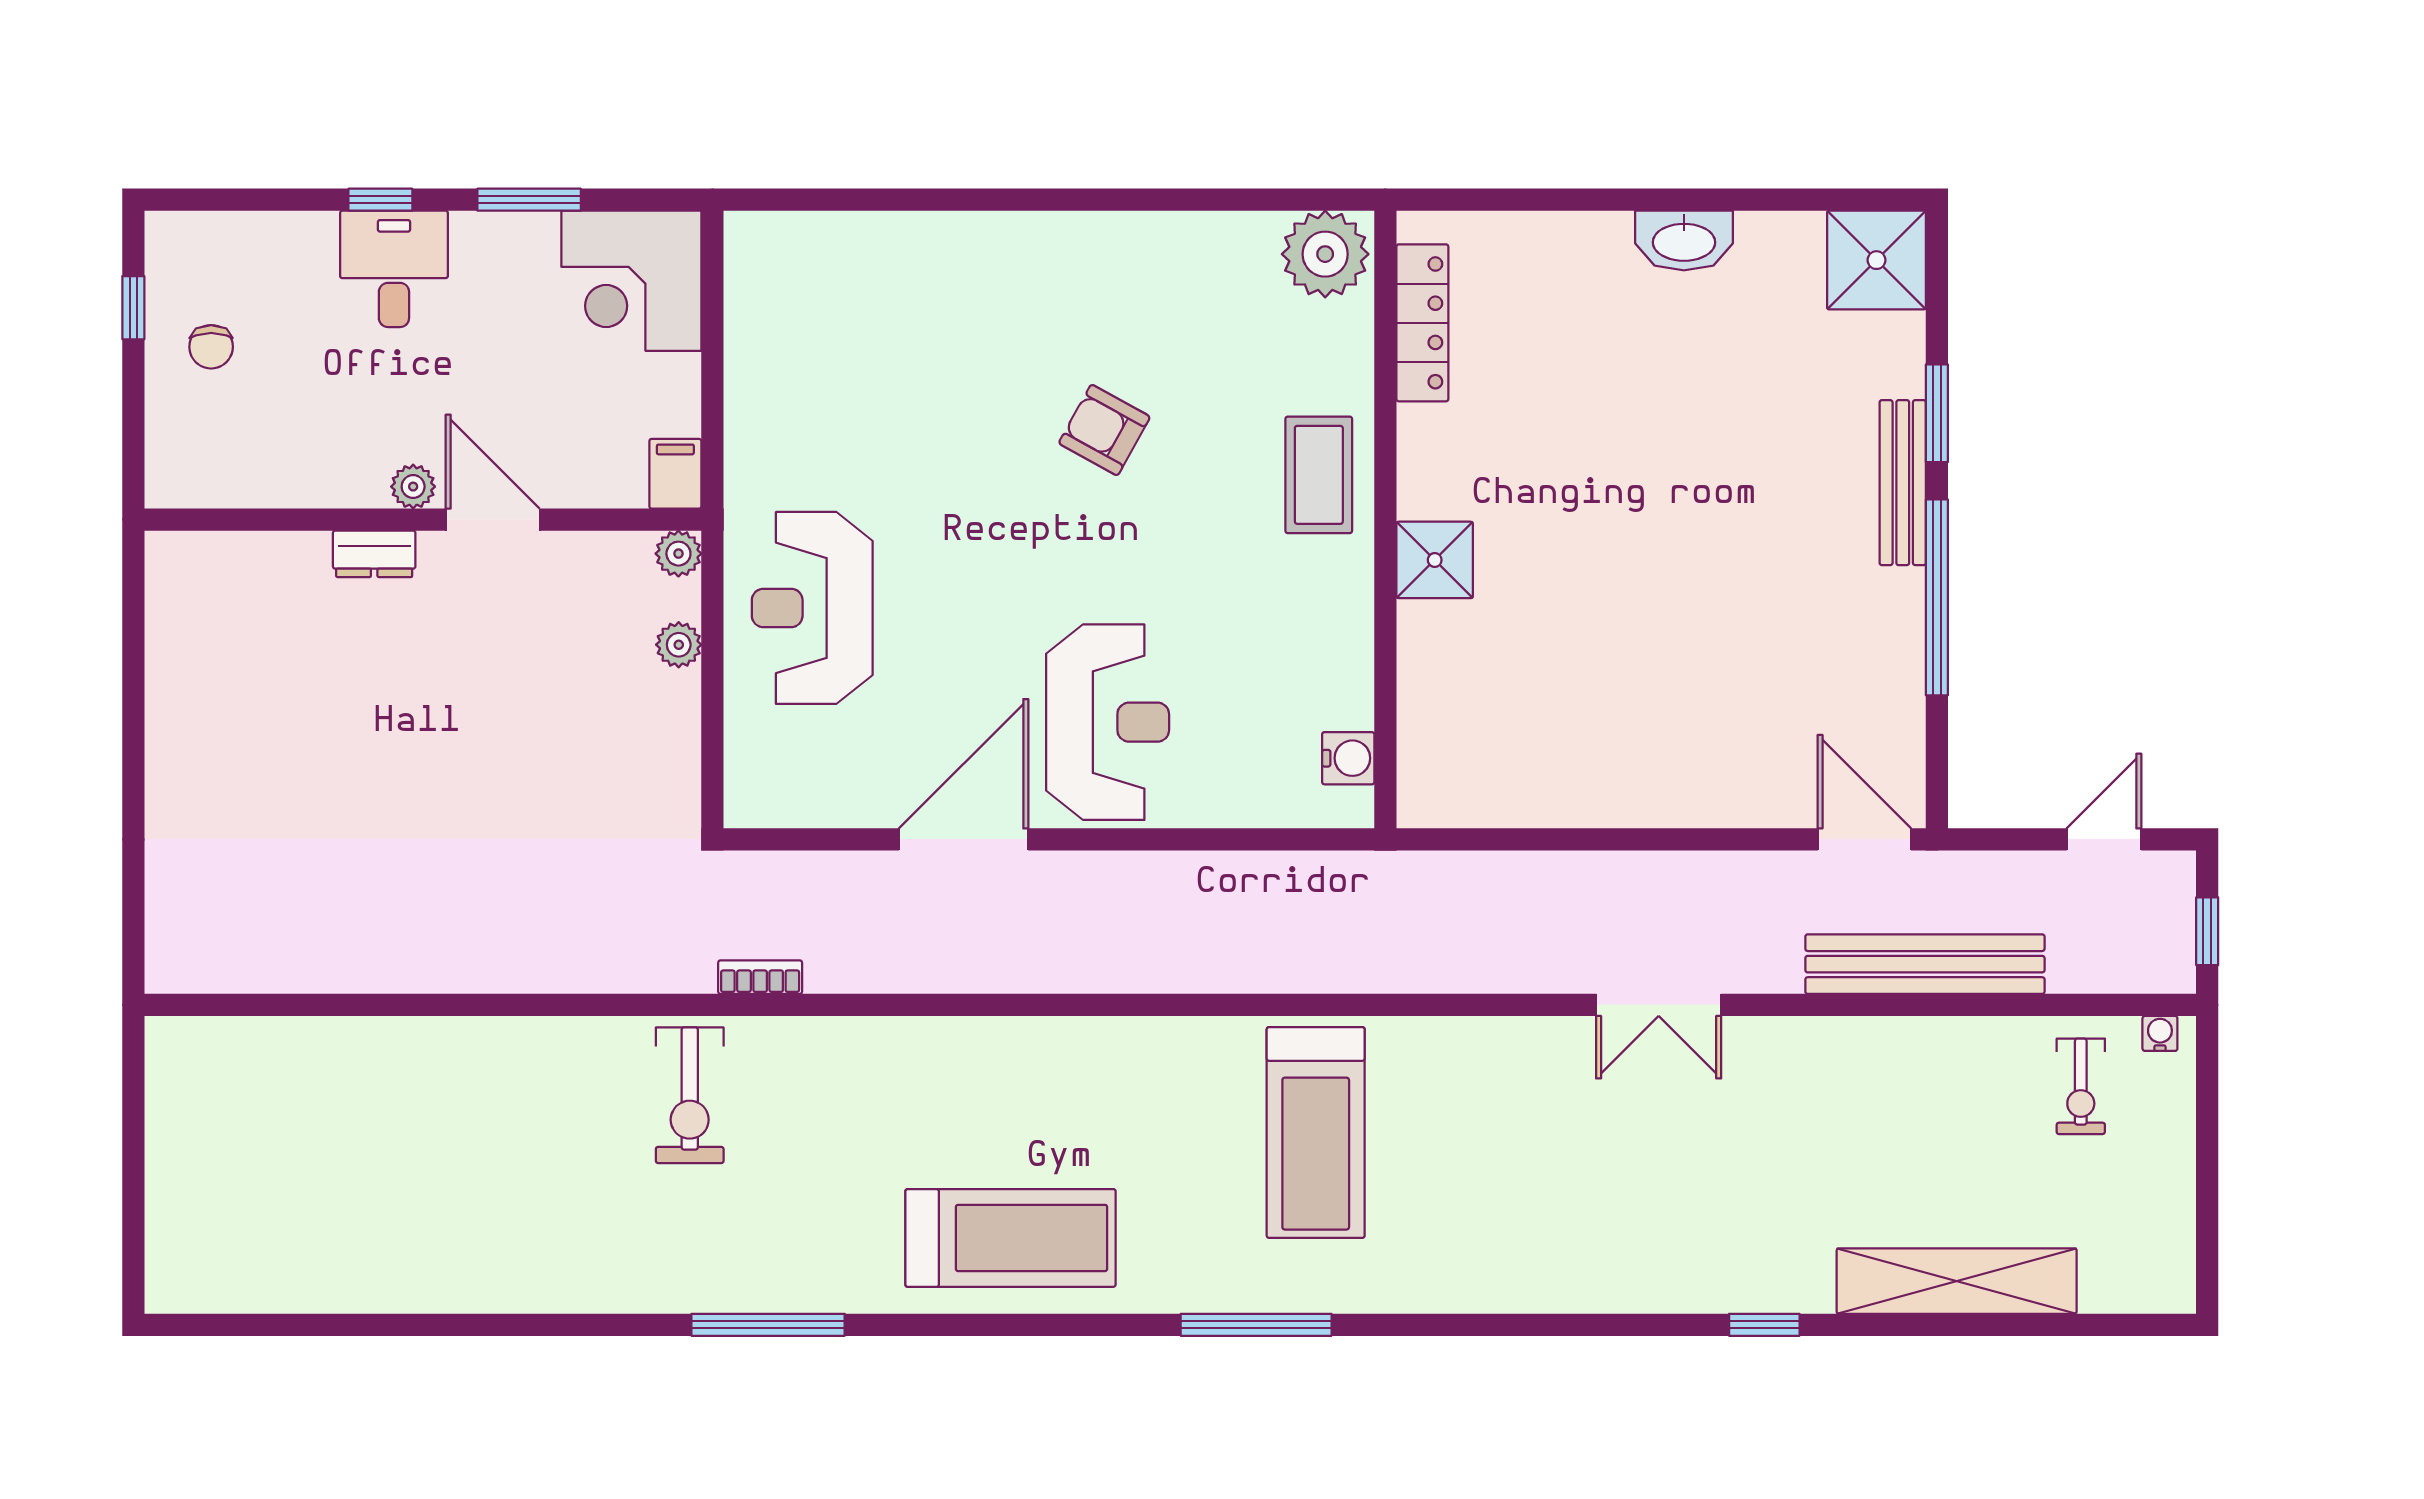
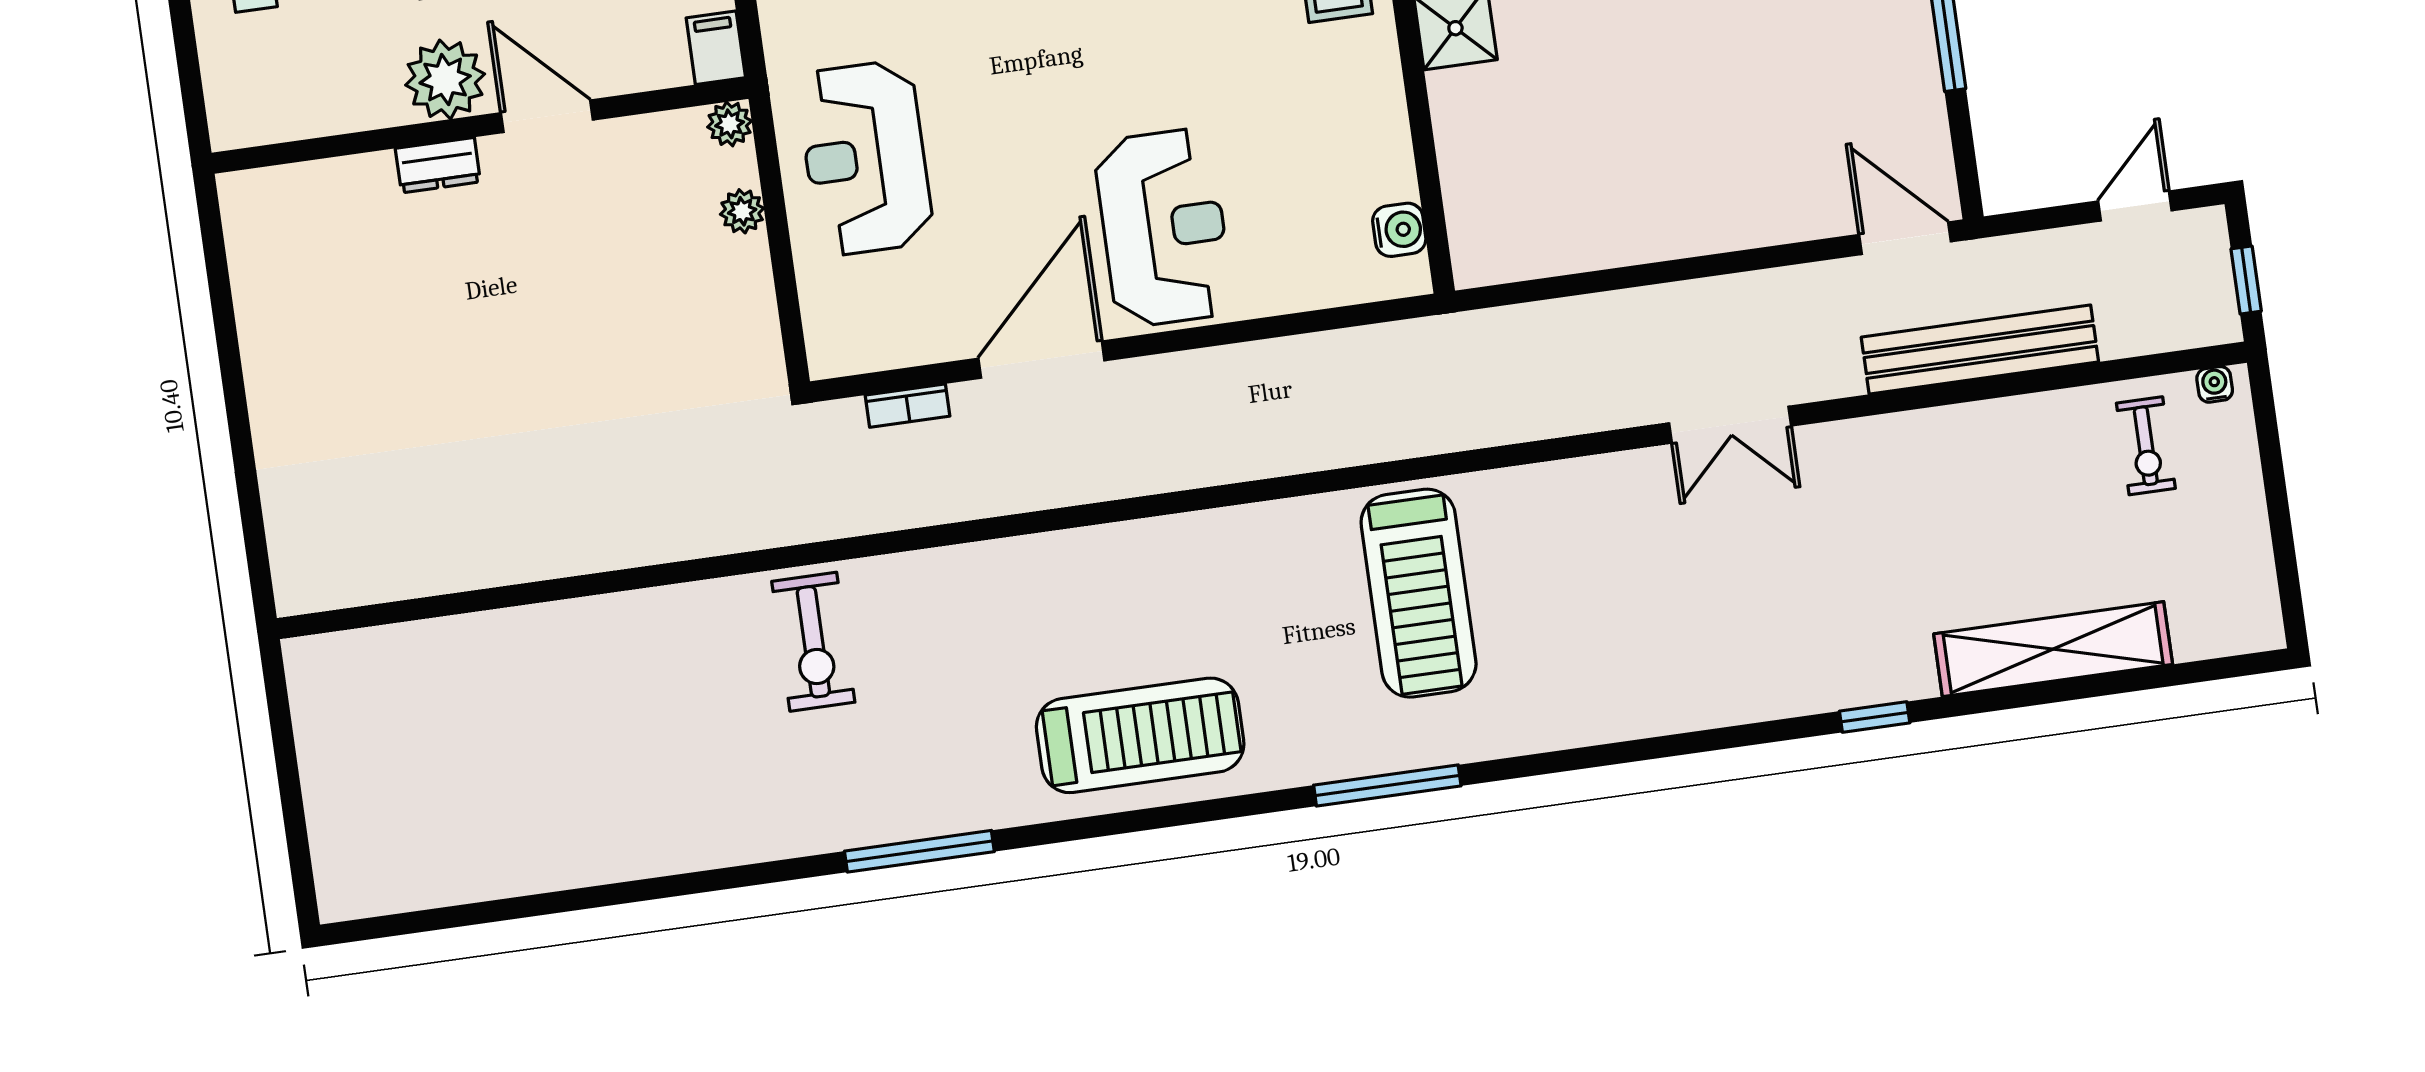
plant: (413, 487) -> (445, 80), width x1.88, depth x1.88
bookcase: (760, 977) -> (908, 406), moved, turned 180

